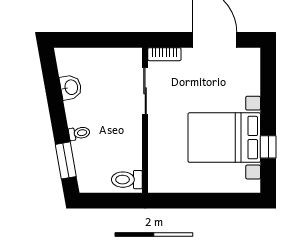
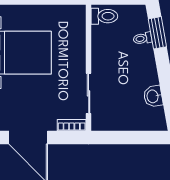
toilet: (79, 133) -> (142, 38), moved

